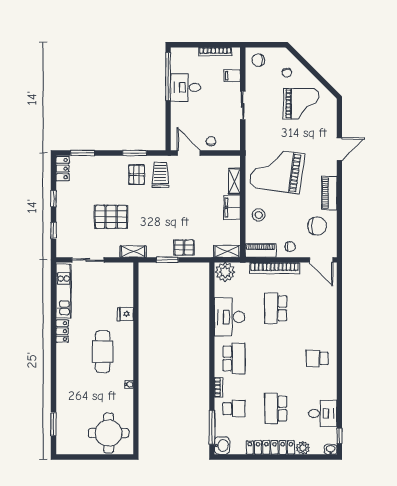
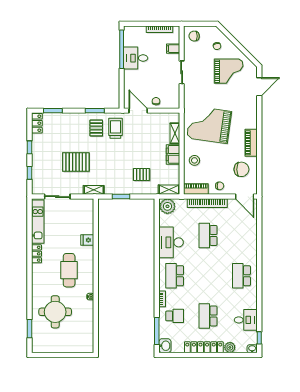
door: (339, 149) -> (259, 87), moved
pallet: (184, 248) -> (141, 175), moved
school desk: (234, 358) -> (175, 276), turned 180
school desk: (317, 358) -> (241, 276), width x1.85
round table: (109, 433) -> (55, 312), moved

